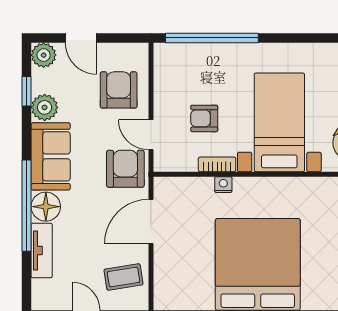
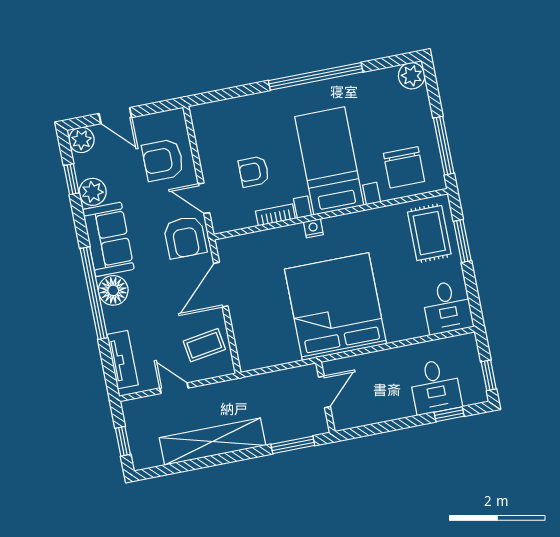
window: (212, 38) -> (316, 76), moved
armchair: (119, 90) -> (163, 160), turned -90
armchair: (125, 169) -> (185, 237), turned 180
nightstand: (223, 185) -> (313, 228), moved
tv unit: (42, 250) -> (123, 360), moved

